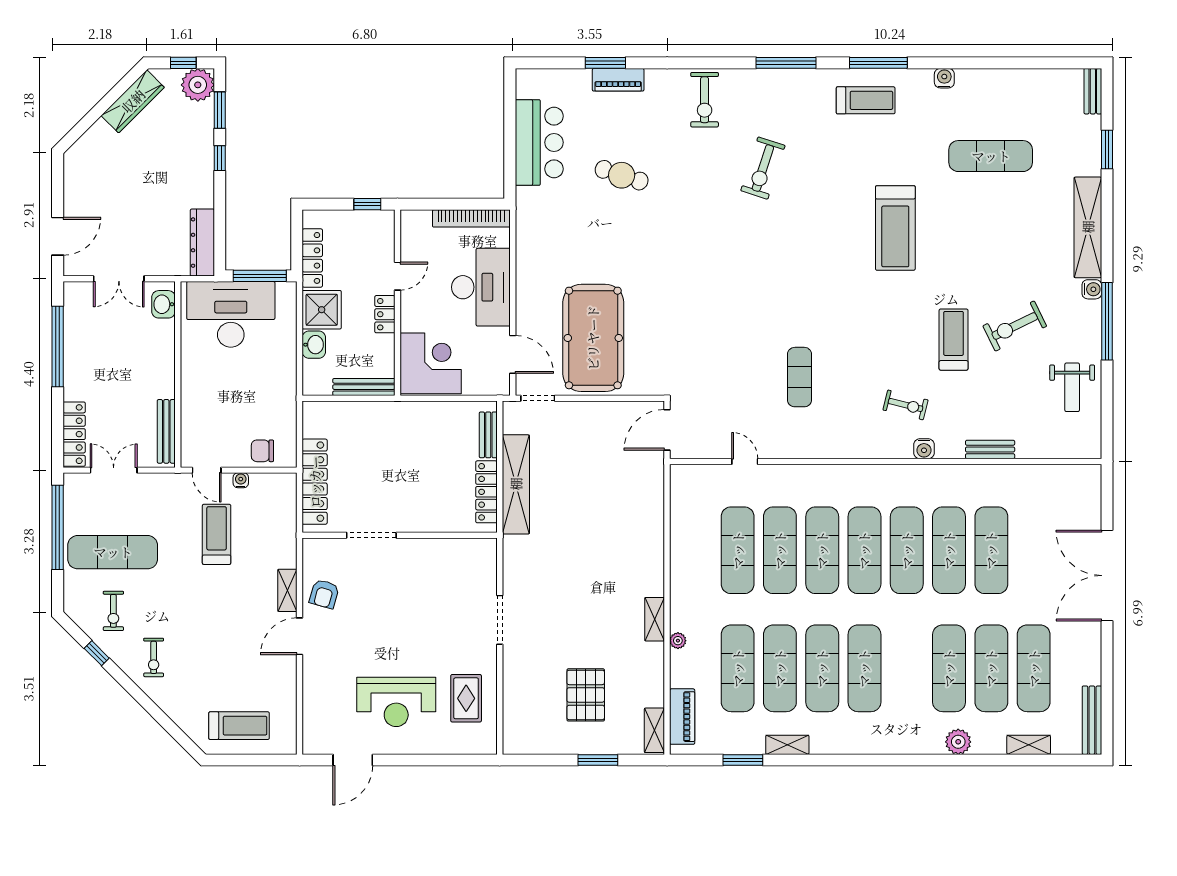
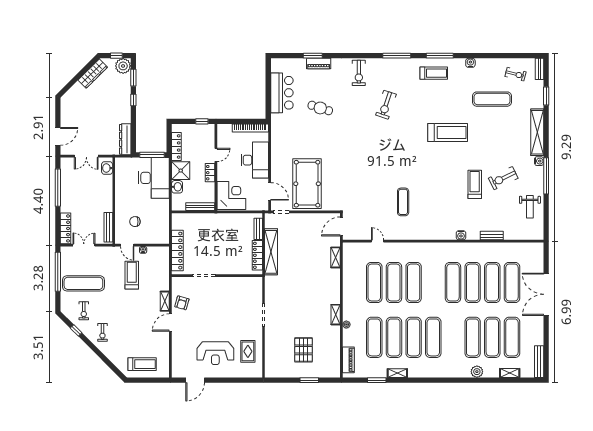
treadmill: (895, 228) -> (448, 133), turned -90
desk: (231, 314) -> (154, 178), moved, turned 90
exercise bike: (906, 405) -> (516, 74), moved
chair: (262, 451) -> (135, 222), moved
exercise mat: (864, 550) -> (512, 282), moved
shelving: (654, 730) -> (336, 257), moved

